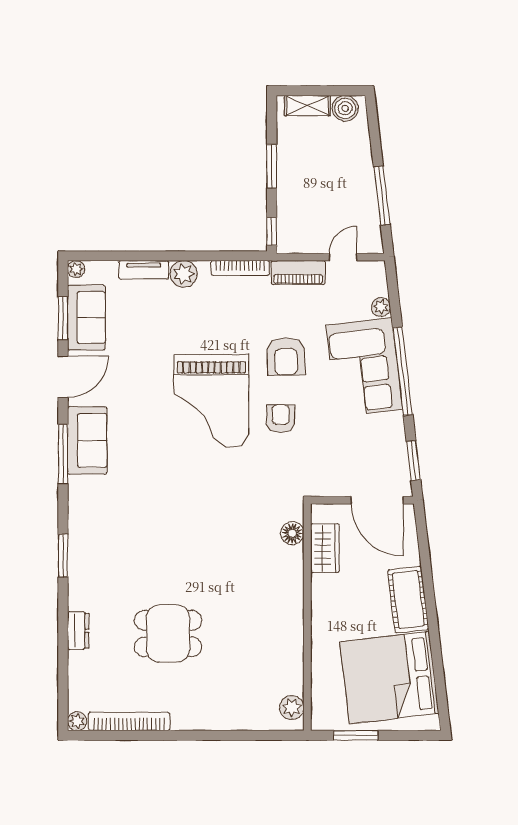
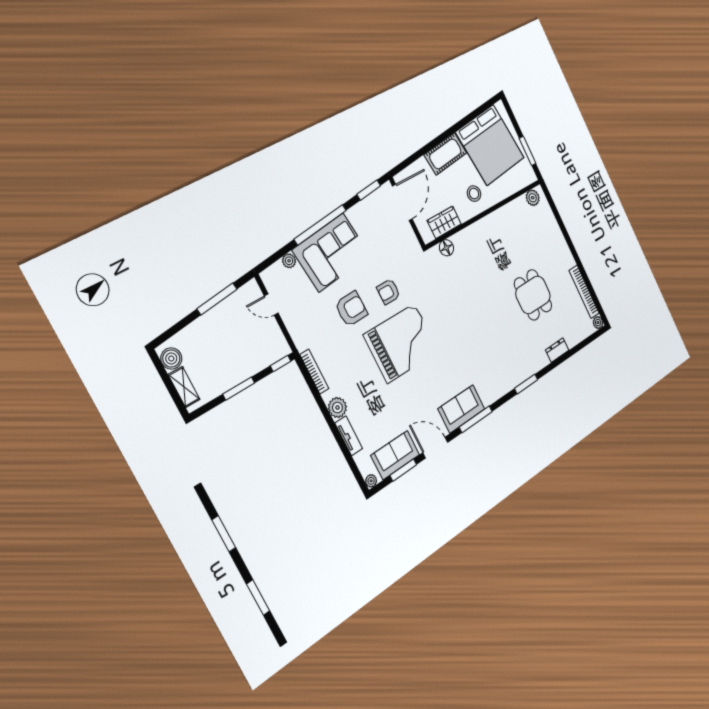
piano: (298, 273) -> (297, 330), removed
stool: (340, 615) -> (474, 194), added

